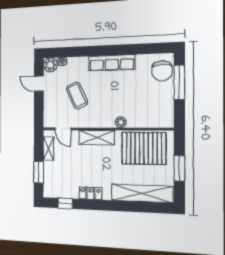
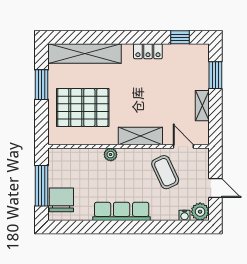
plant: (121, 122) -> (111, 155), moved
door: (63, 129) -> (183, 146), moved
wall: (106, 129) -> (128, 146), moved
shelving: (97, 137) -> (140, 136), moved

